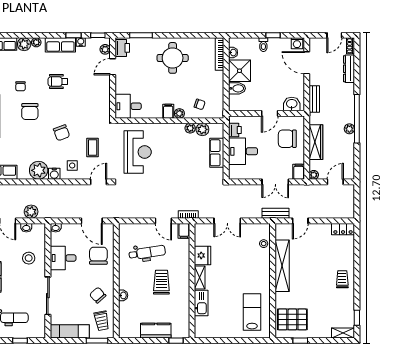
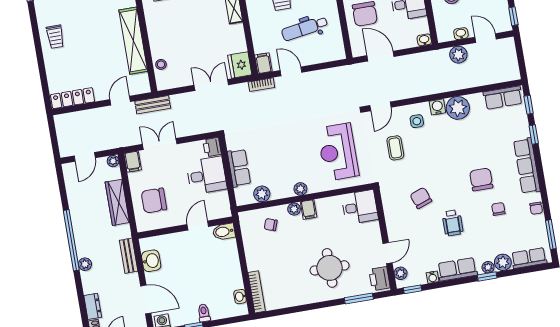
window: (73, 35) -> (487, 277), moved
round table: (173, 58) -> (330, 268), moved
dresser: (349, 69) -> (93, 306), width x0.70
shower: (239, 71) -> (228, 275), removed
wheelchair: (58, 82) -> (453, 223), turned 90
bidet: (237, 88) -> (224, 232), moved
washbasin: (292, 104) -> (151, 261), moved, turned -90
door: (270, 113) -> (198, 225), moved
plant: (190, 128) -> (300, 189), moved
plant: (349, 129) -> (85, 264), moved
printer: (235, 130) -> (212, 147), moved
chair: (62, 133) -> (421, 198), moved
chair: (287, 139) -> (154, 200), turned 180
locker: (343, 229) -> (72, 98), width x1.53
fridge: (202, 255) -> (240, 65), moved

